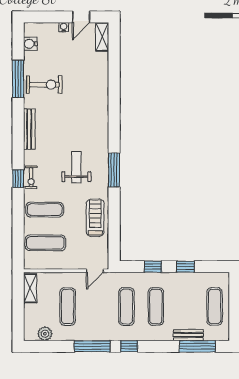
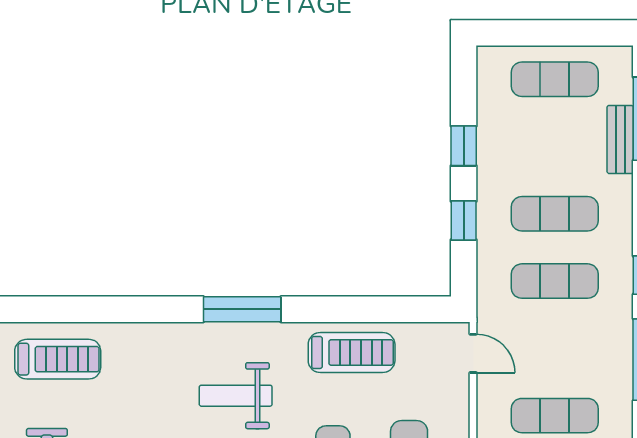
treadmill: (92, 89) -> (58, 359), added
treadmill: (95, 218) -> (352, 352), turned 180

